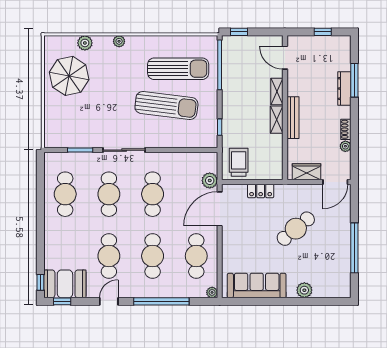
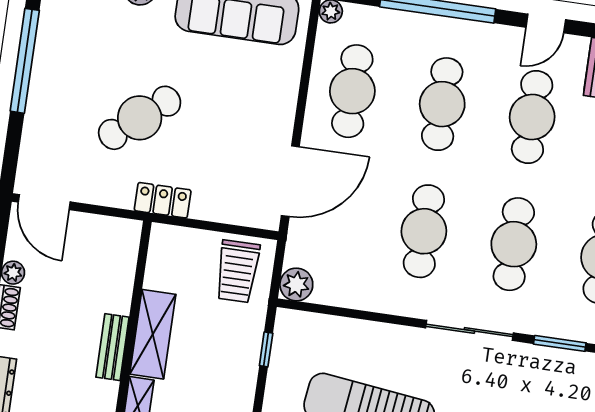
bench: (293, 118) -> (113, 347), width x0.73
shelving: (277, 120) -> (153, 334), width x1.50, depth x1.33
wardrobe: (306, 172) -> (101, 232), removed
plant: (210, 180) -> (296, 285), moved
door: (335, 182) -> (44, 202), swing flipped
locker: (261, 191) -> (163, 200), moved

